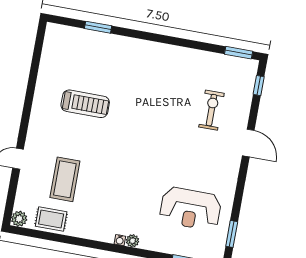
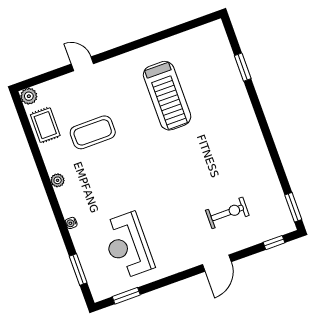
treadmill: (85, 104) -> (167, 96), width x1.37, depth x1.38
coffee table: (65, 179) -> (93, 132), moved
water cooler: (120, 240) -> (71, 223), moved
plant: (133, 241) -> (58, 180), moved

